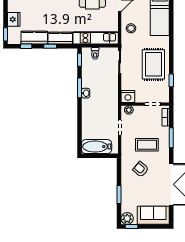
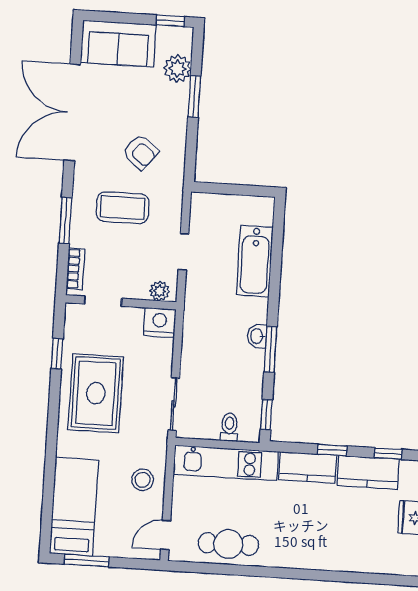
bathtub: (97, 147) -> (255, 261), moved, turned 90
plant: (127, 218) -> (177, 69), moved

